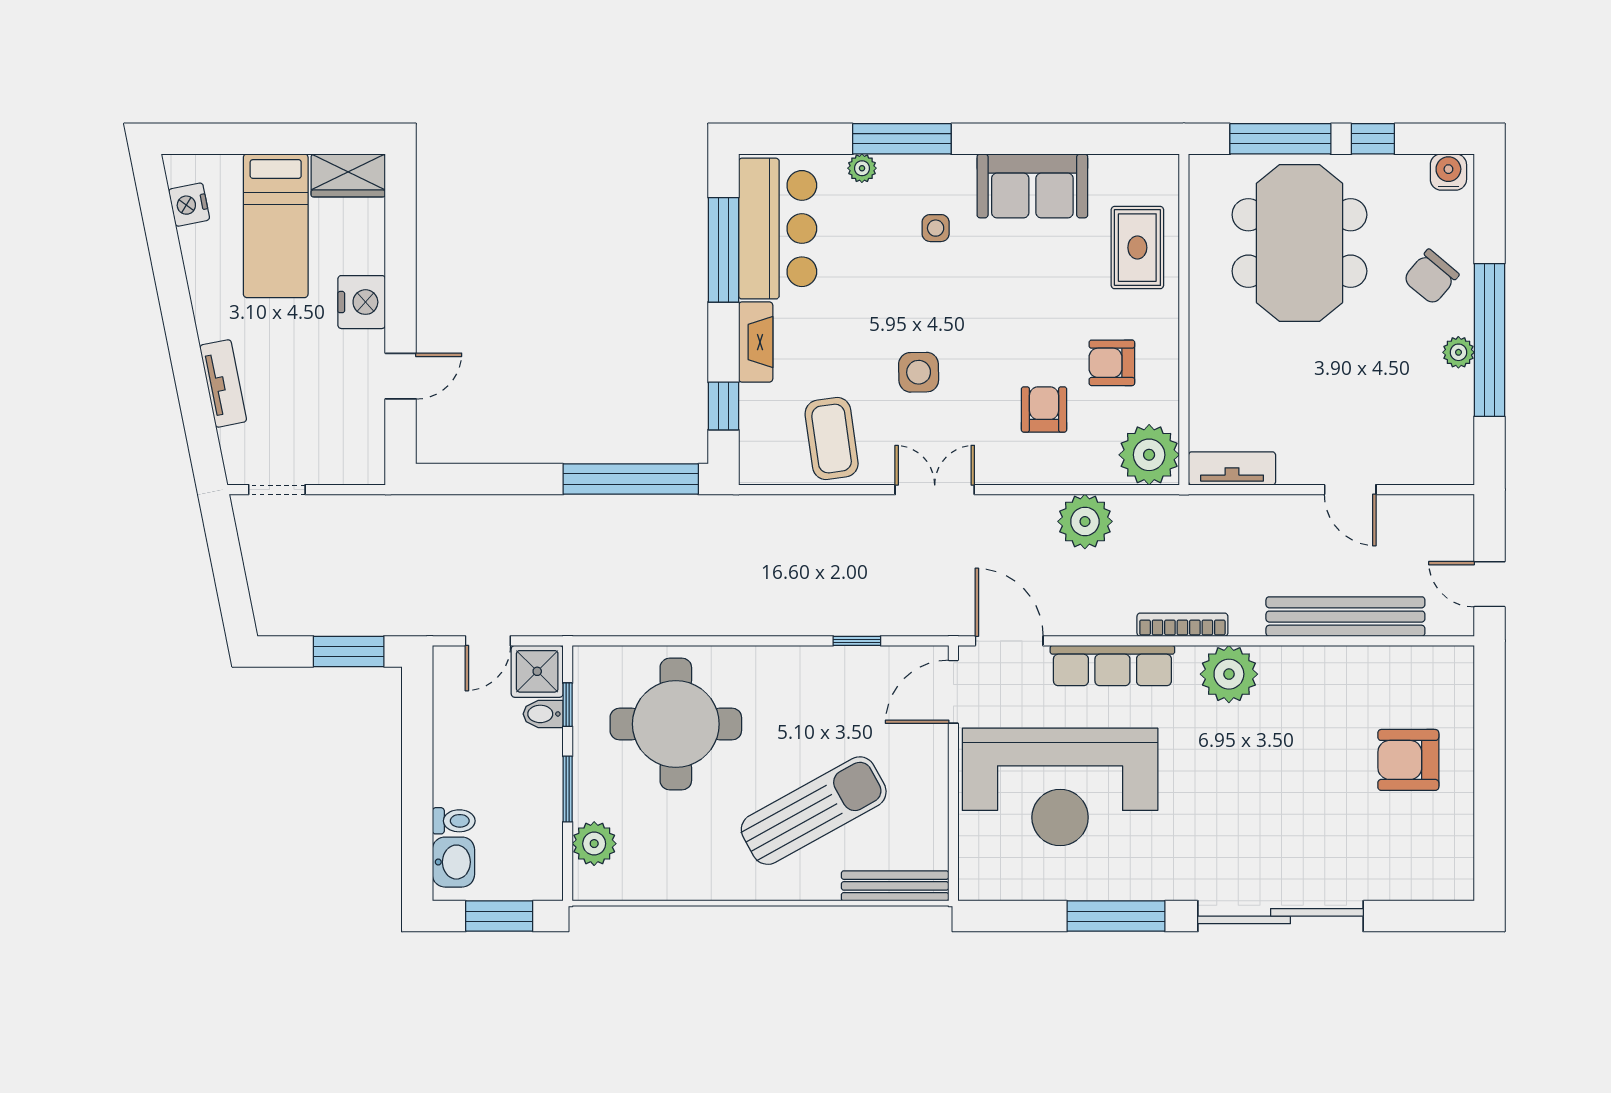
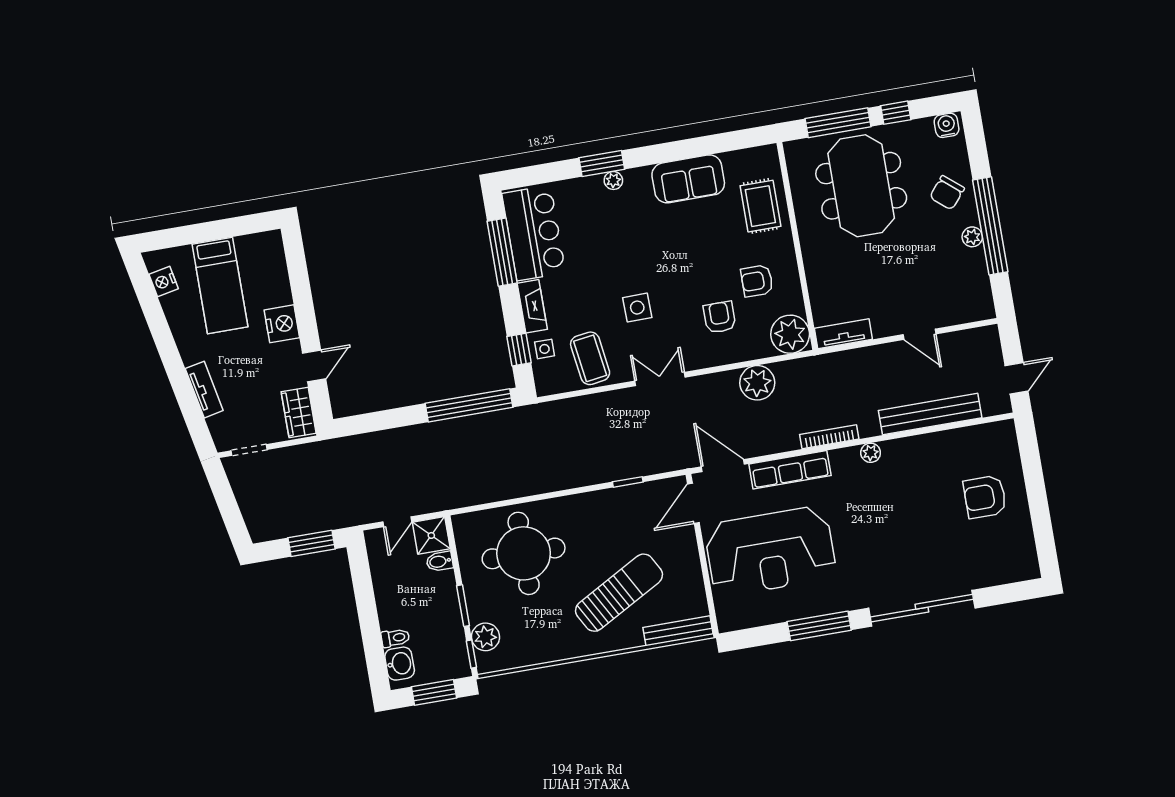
window: (902, 139) -> (602, 164), width x0.69
plant: (862, 168) -> (613, 180), moved
wardrobe: (348, 175) -> (299, 413), moved, turned 90
side table: (936, 228) -> (545, 349), moved
door: (1489, 584) -> (1017, 378), swing flipped
plant: (1229, 674) -> (871, 453), width x0.53, depth x0.53
window: (568, 705) -> (471, 654), moved

